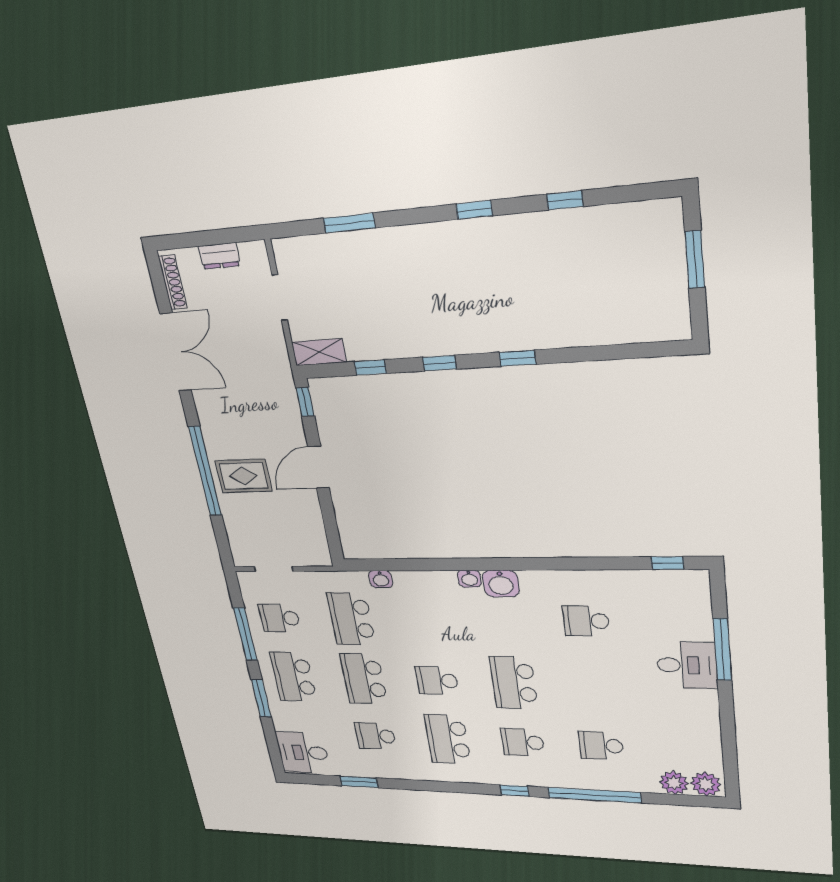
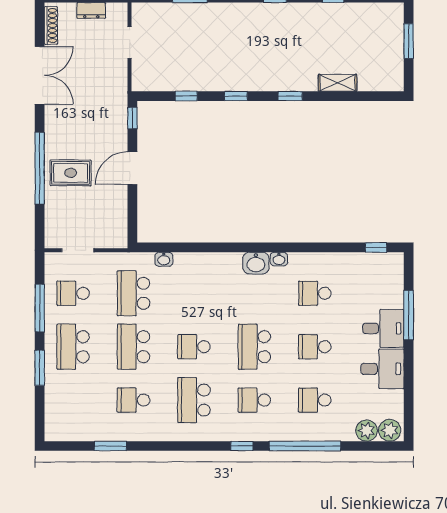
shelving: (319, 352) -> (338, 83), moved
washbasin: (469, 579) -> (279, 259), moved
school desk: (594, 685) -> (315, 347), added
desk: (303, 753) -> (382, 369), moved, turned 180

